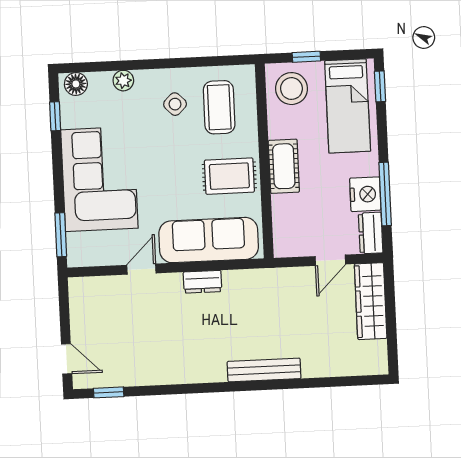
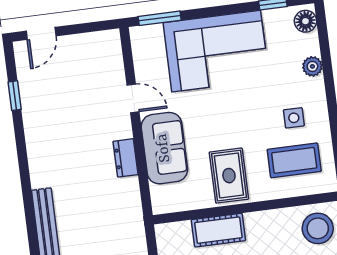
side table: (175, 104) -> (294, 118), turned 45
cot: (284, 166) -> (218, 230), moved
sofa: (209, 240) -> (164, 148), width x0.73
window: (109, 392) -> (15, 96), moved

